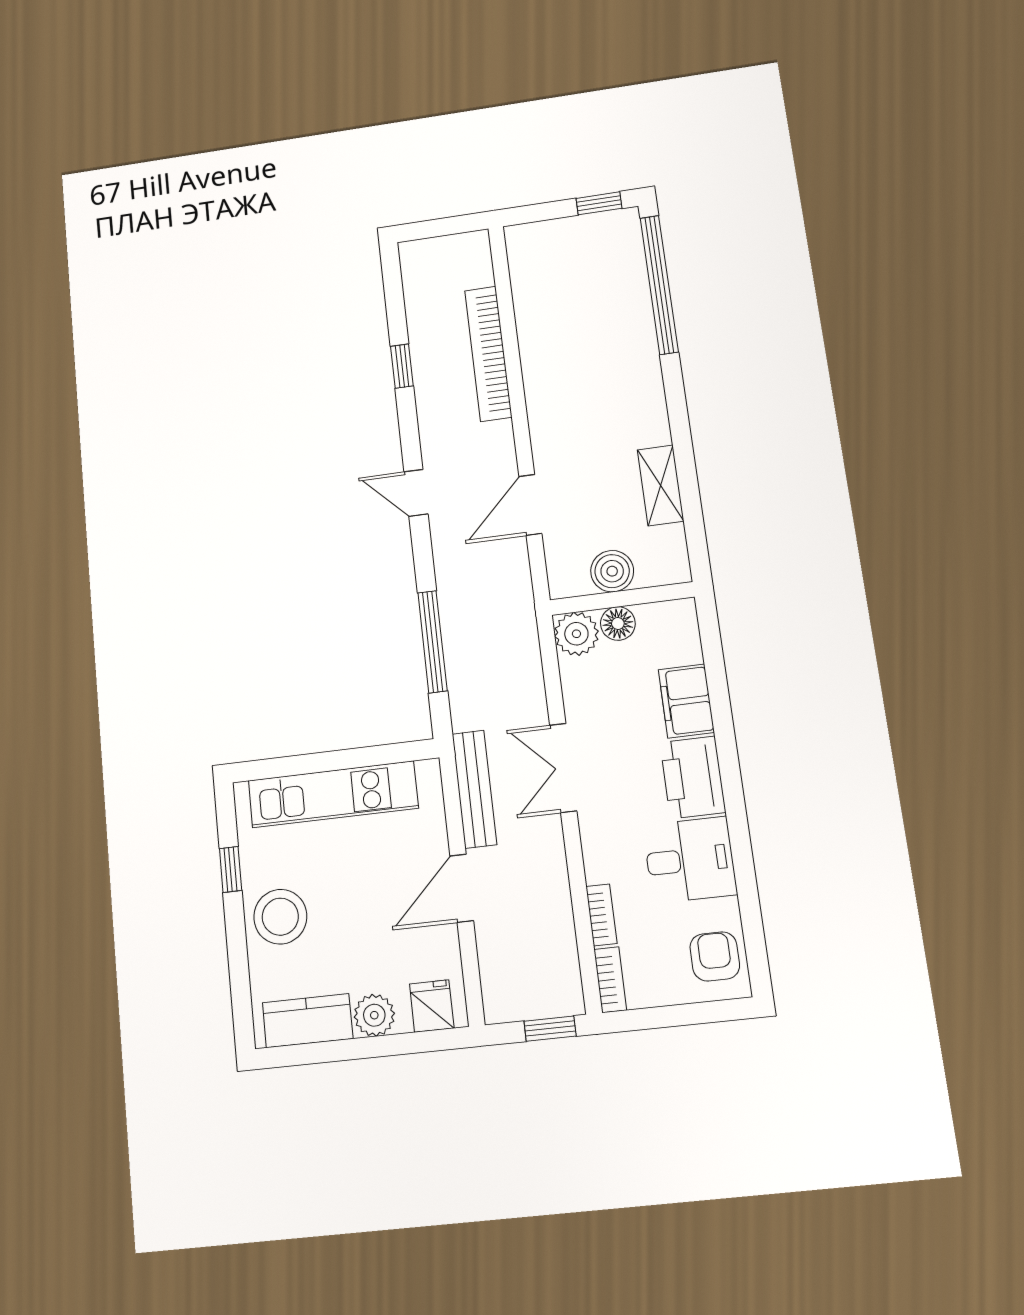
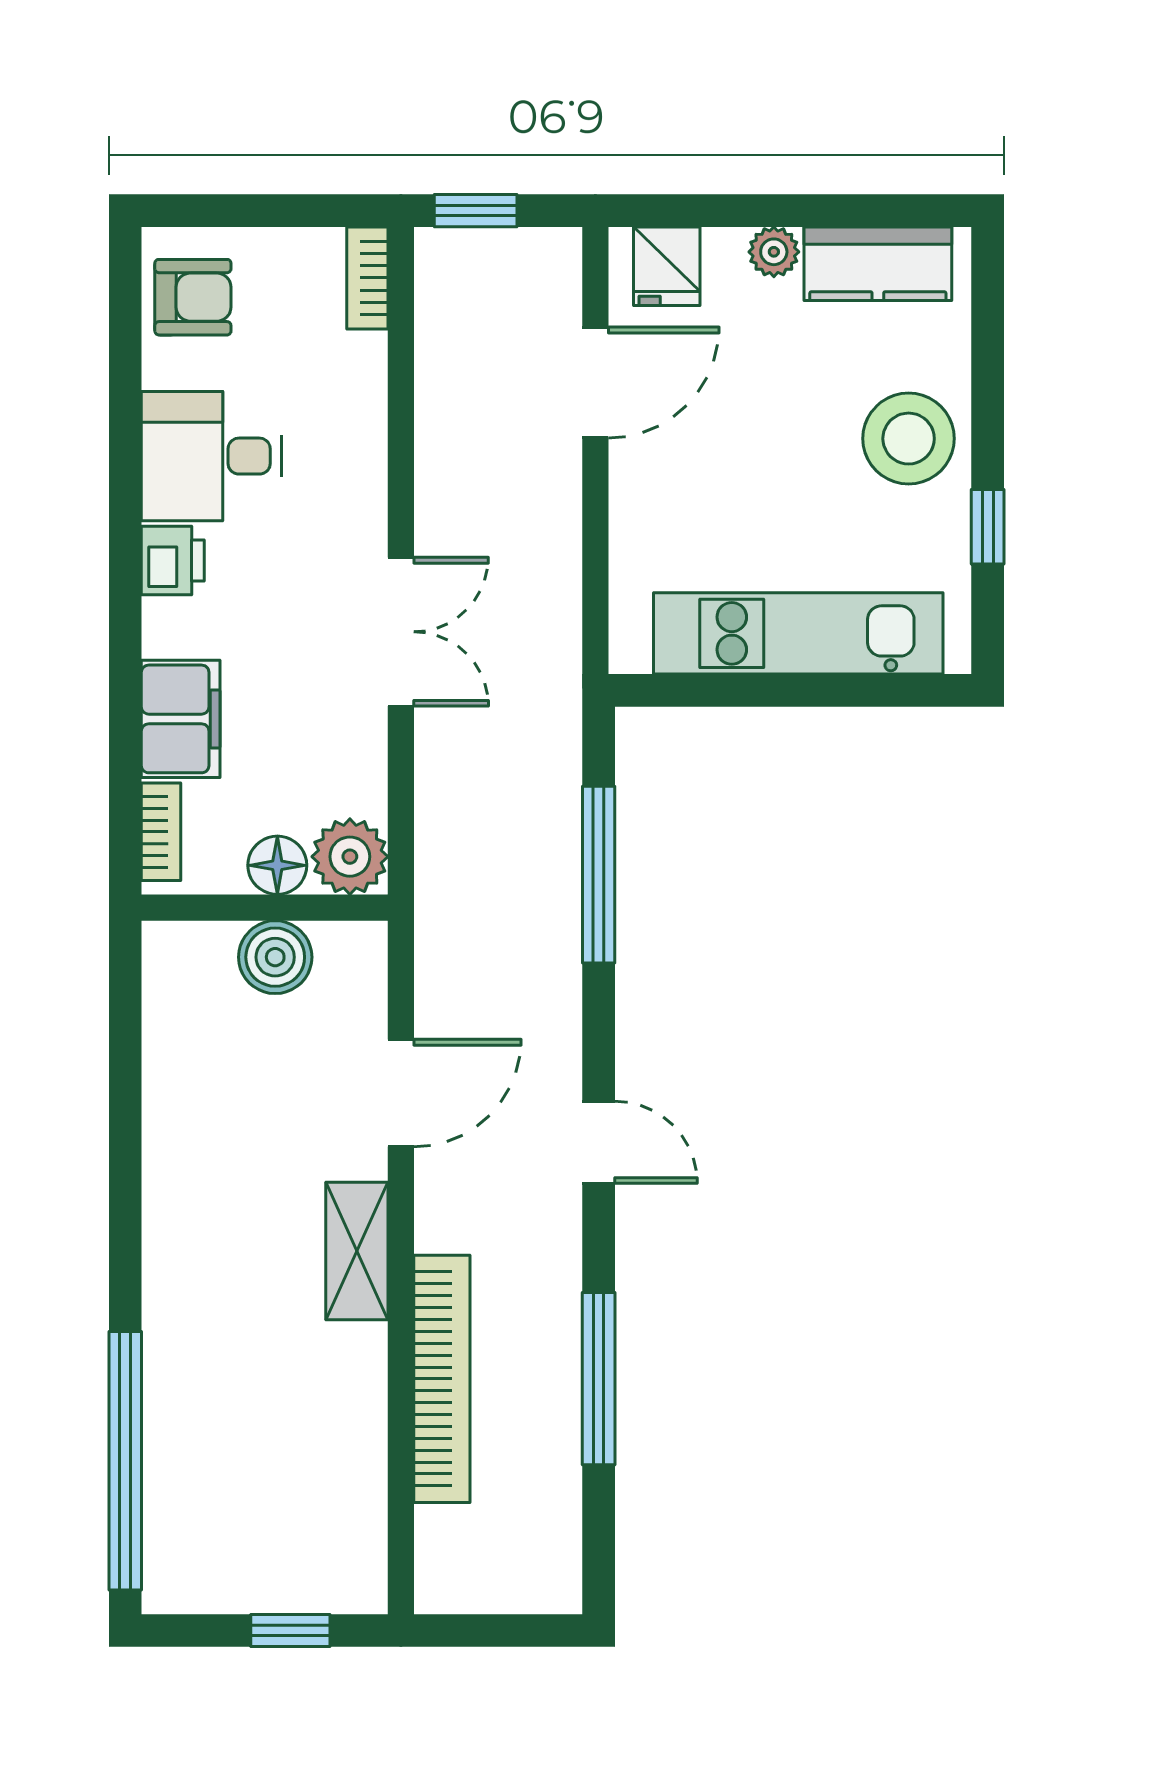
window: (599, 203) -> (290, 1631), moved
window: (402, 366) -> (599, 1379), width x2.17
shelving: (661, 485) -> (357, 1251), moved
printer: (693, 777) -> (173, 561), width x0.53, depth x0.68
bench: (474, 789) -> (555, 614), removed
door: (462, 888) -> (595, 382), moved
bookcase: (601, 915) -> (161, 832), moved, turned 180
armchair: (715, 956) -> (193, 297), turned -90
plant: (374, 1015) -> (774, 252), width x0.73, depth x0.73

